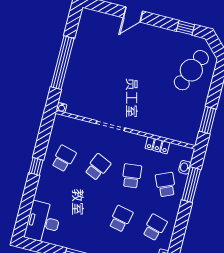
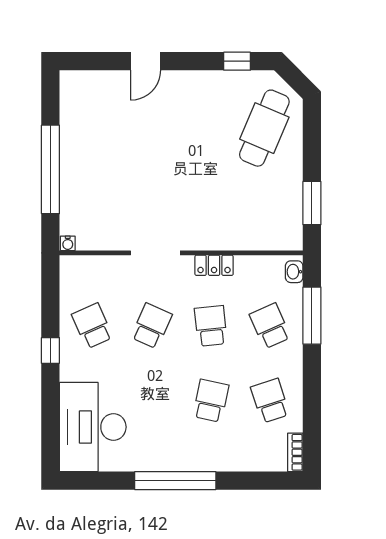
locker: (157, 145) -> (214, 265), moved
school desk: (64, 158) -> (92, 326), turned -39
washbasin: (185, 167) -> (294, 272), moved
desk: (43, 222) -> (93, 427), width x1.36, depth x1.30
school desk: (155, 227) -> (270, 401), turned -33

